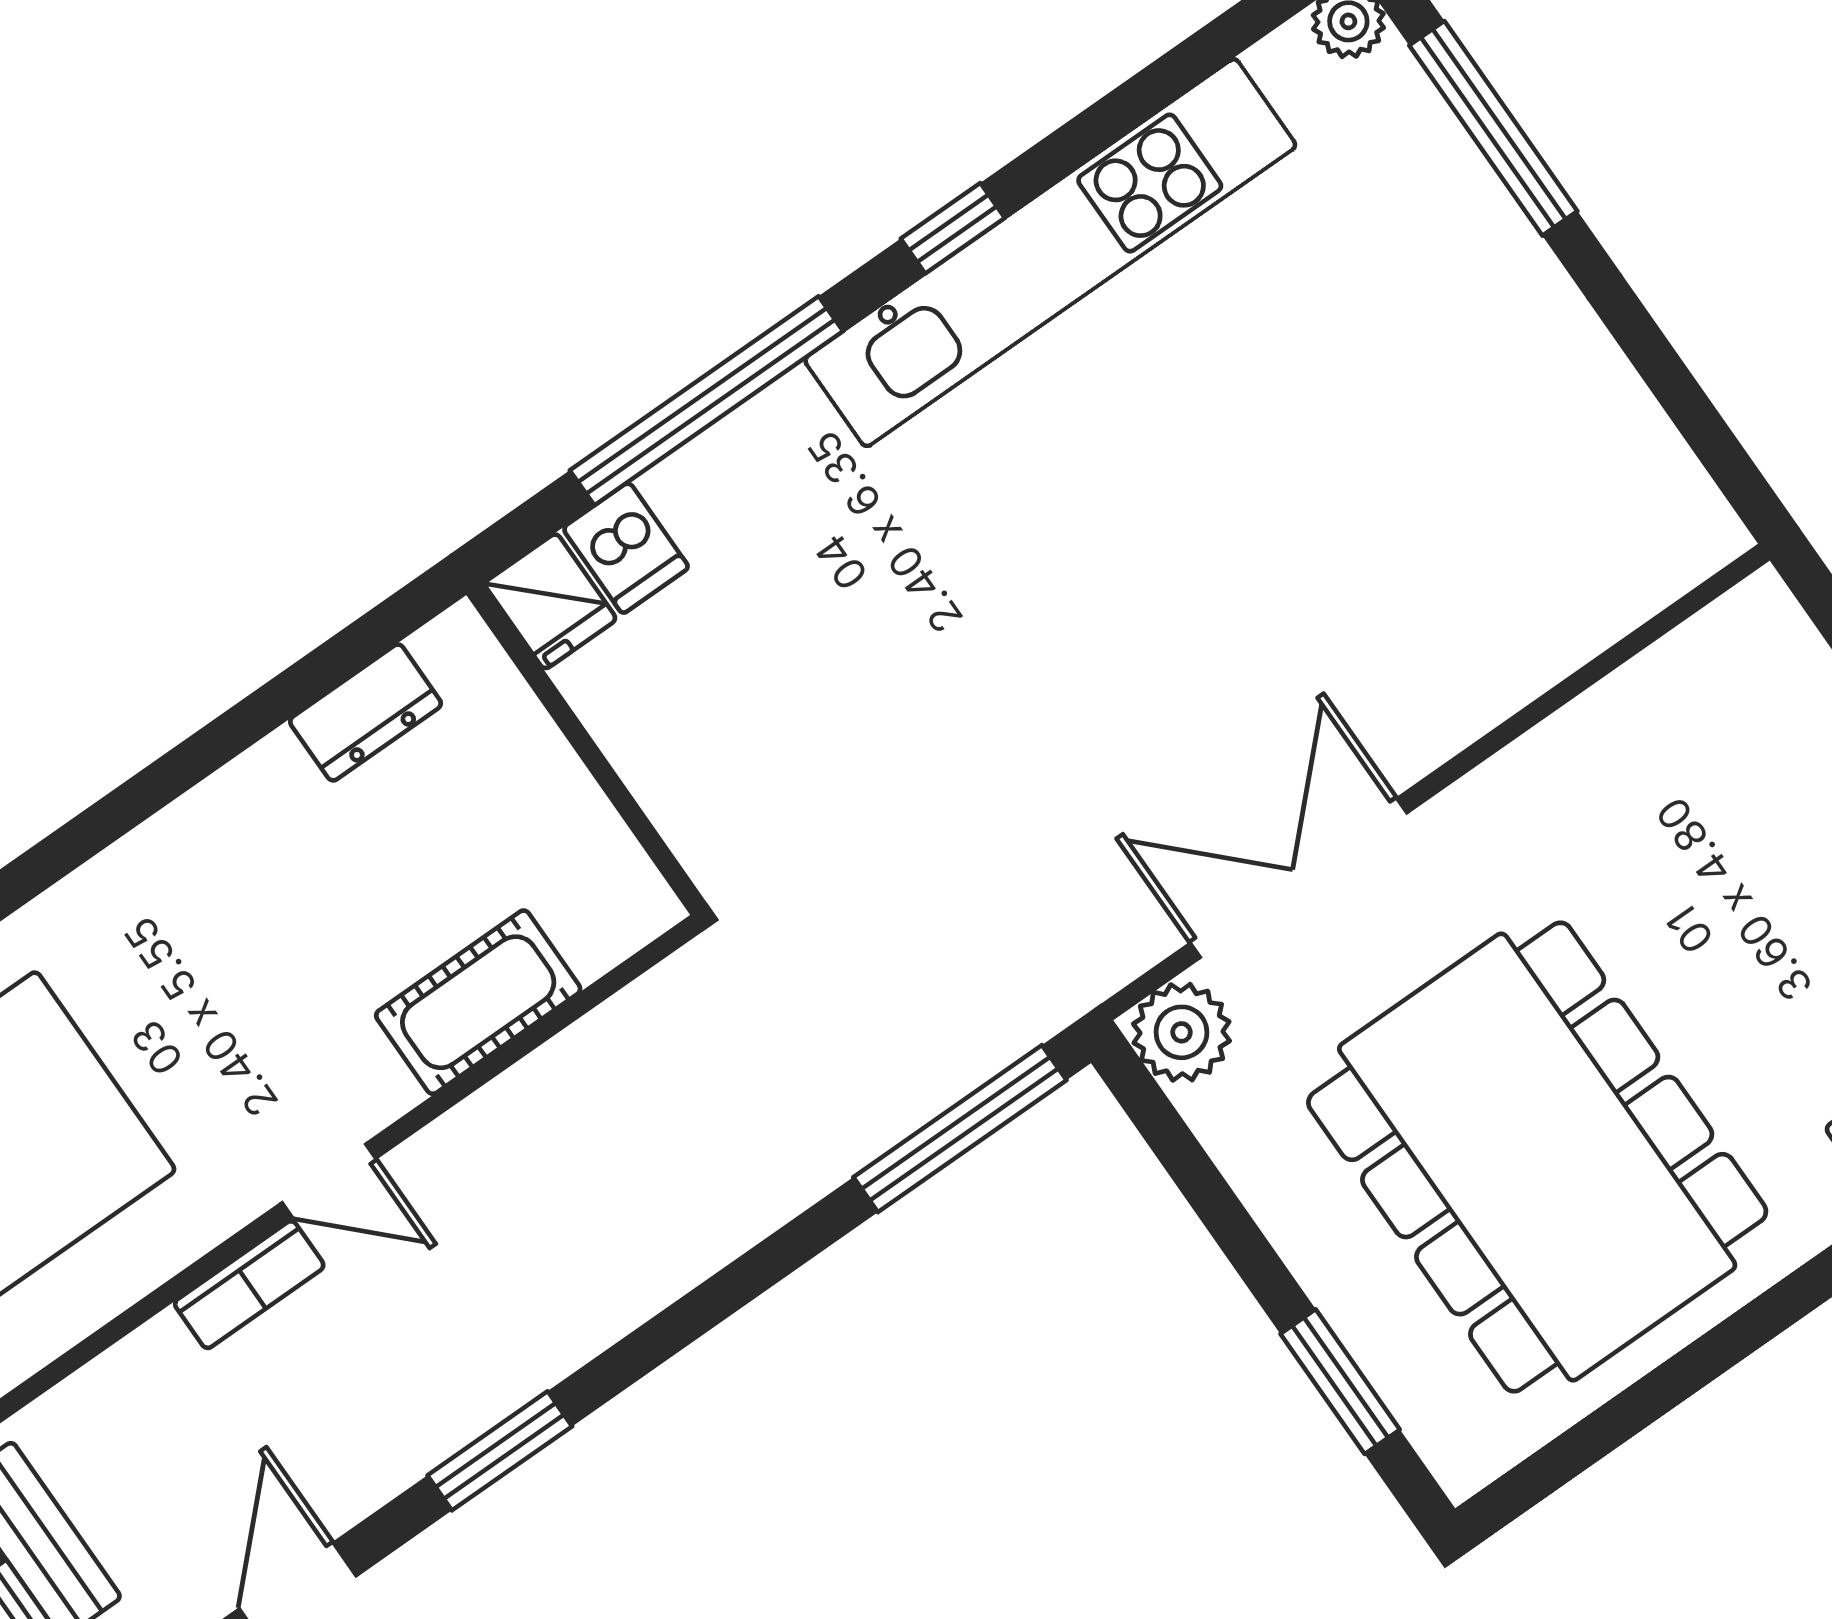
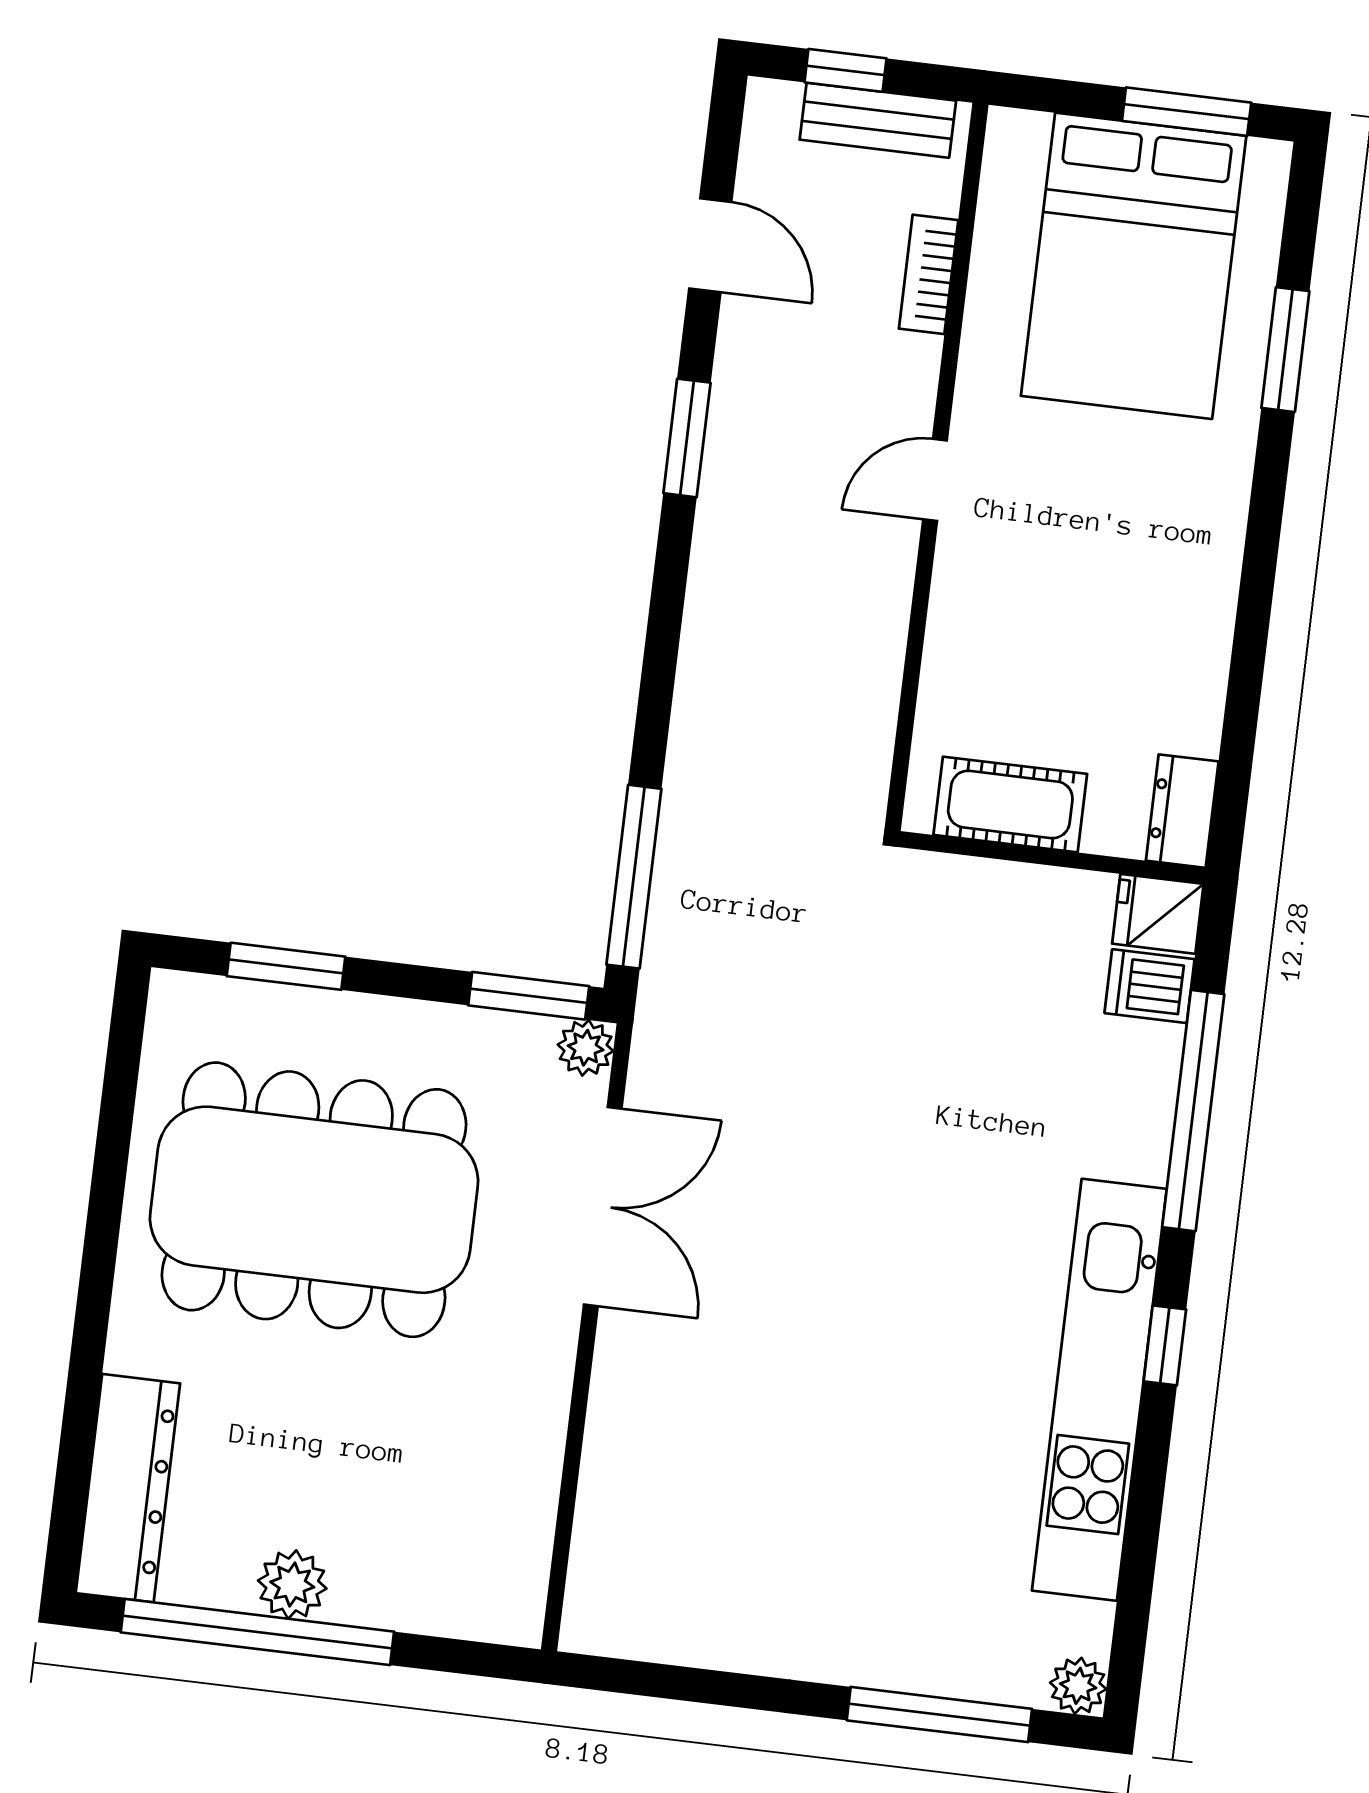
dresser: (365, 712) -> (1182, 811), moved
cot: (478, 1002) -> (1010, 804), moved, turned 90
plant: (1181, 1032) -> (586, 1048), width x0.73, depth x0.73
window: (1162, 1127) -> (529, 996), added
bookcase: (249, 1285) -> (929, 274), moved

